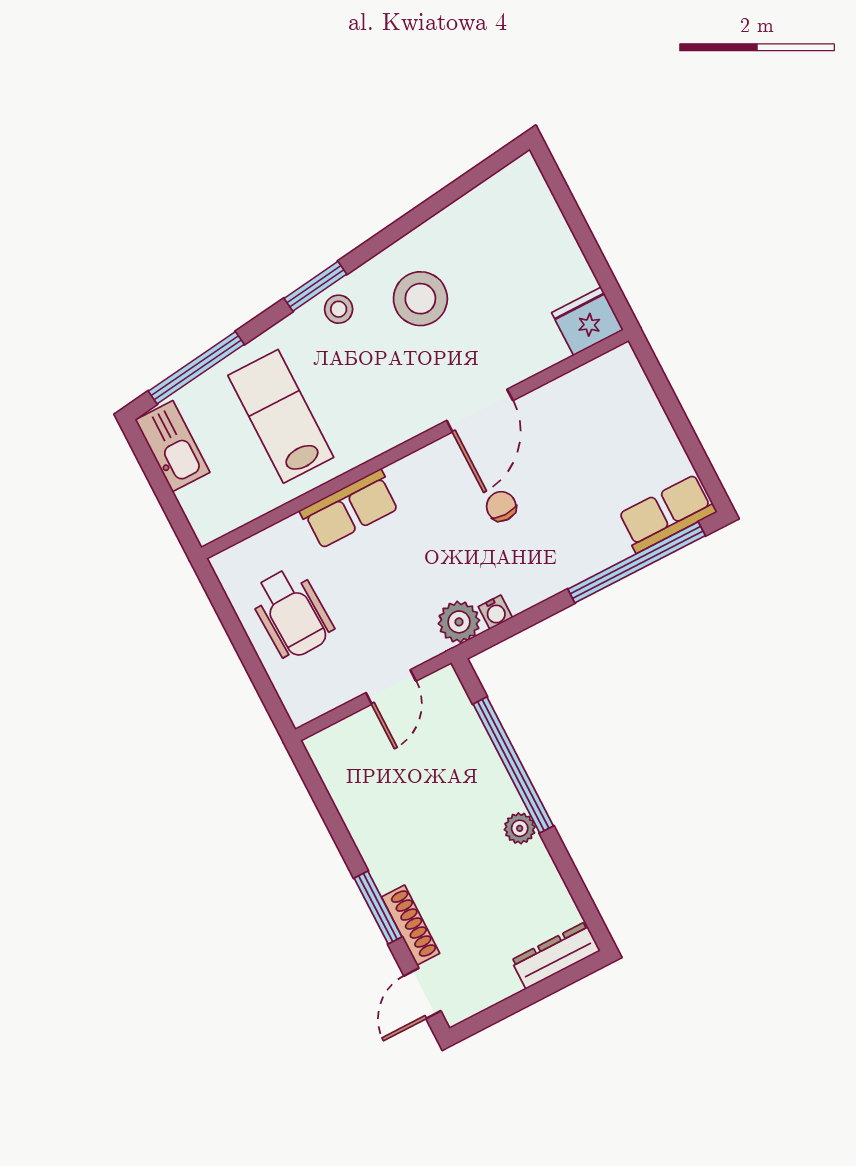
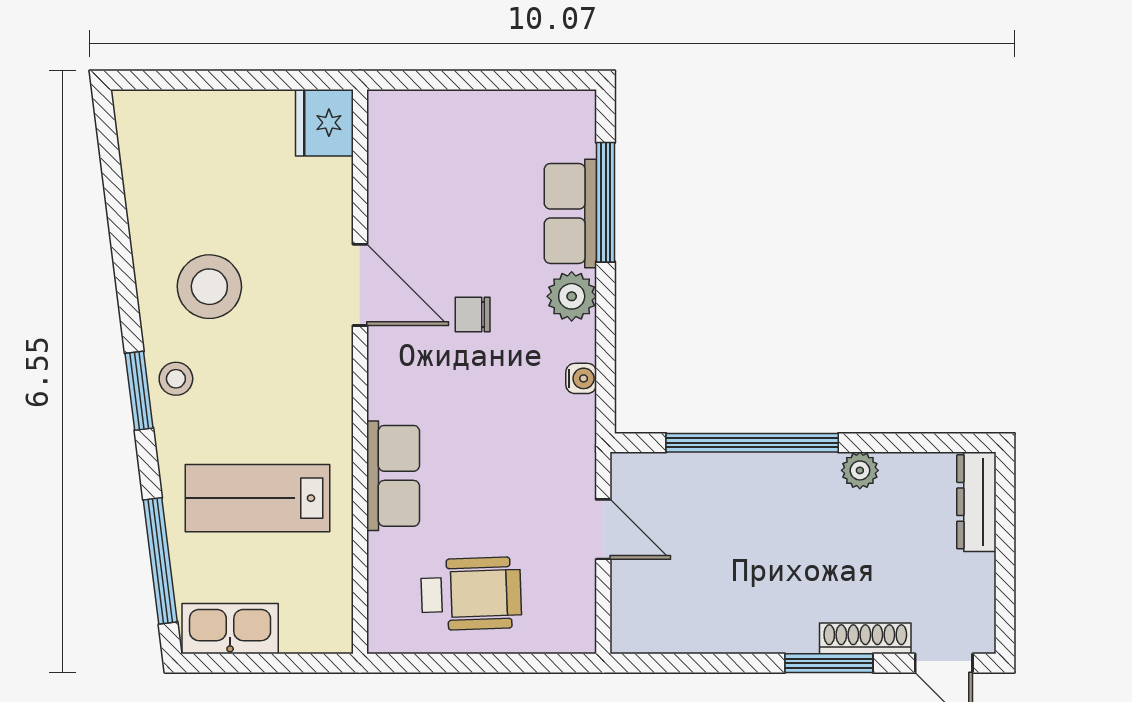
row of seats: (667, 513) -> (570, 213), moved
window: (637, 562) -> (606, 202), width x0.68
plant: (459, 622) -> (572, 296), moved
plant: (520, 828) -> (860, 470), moved

